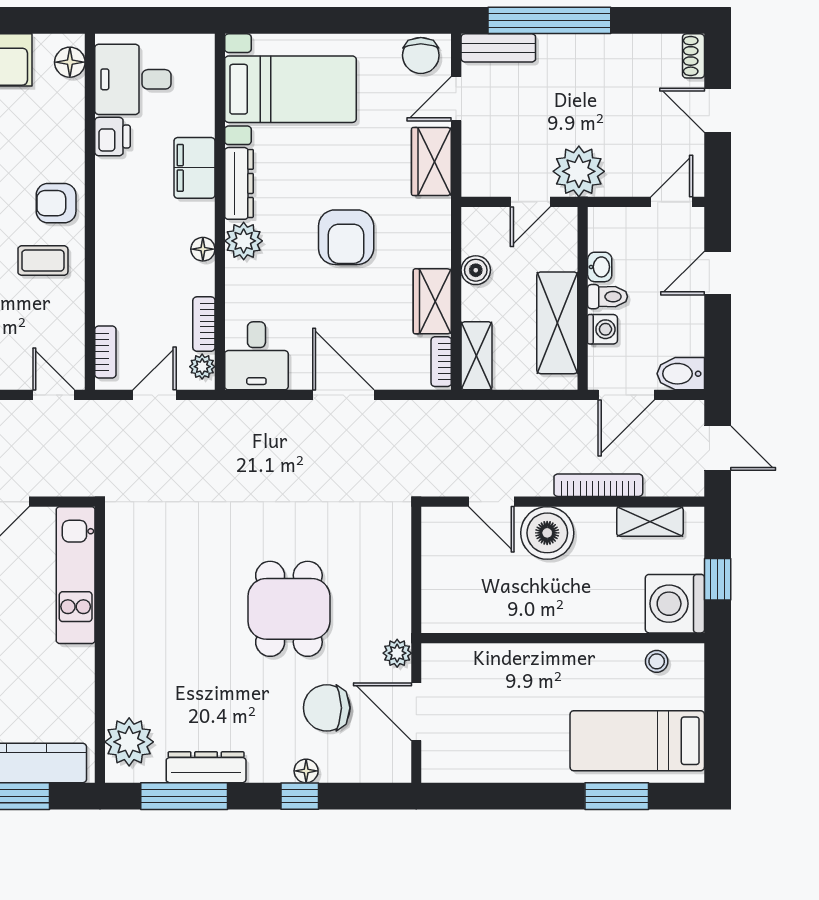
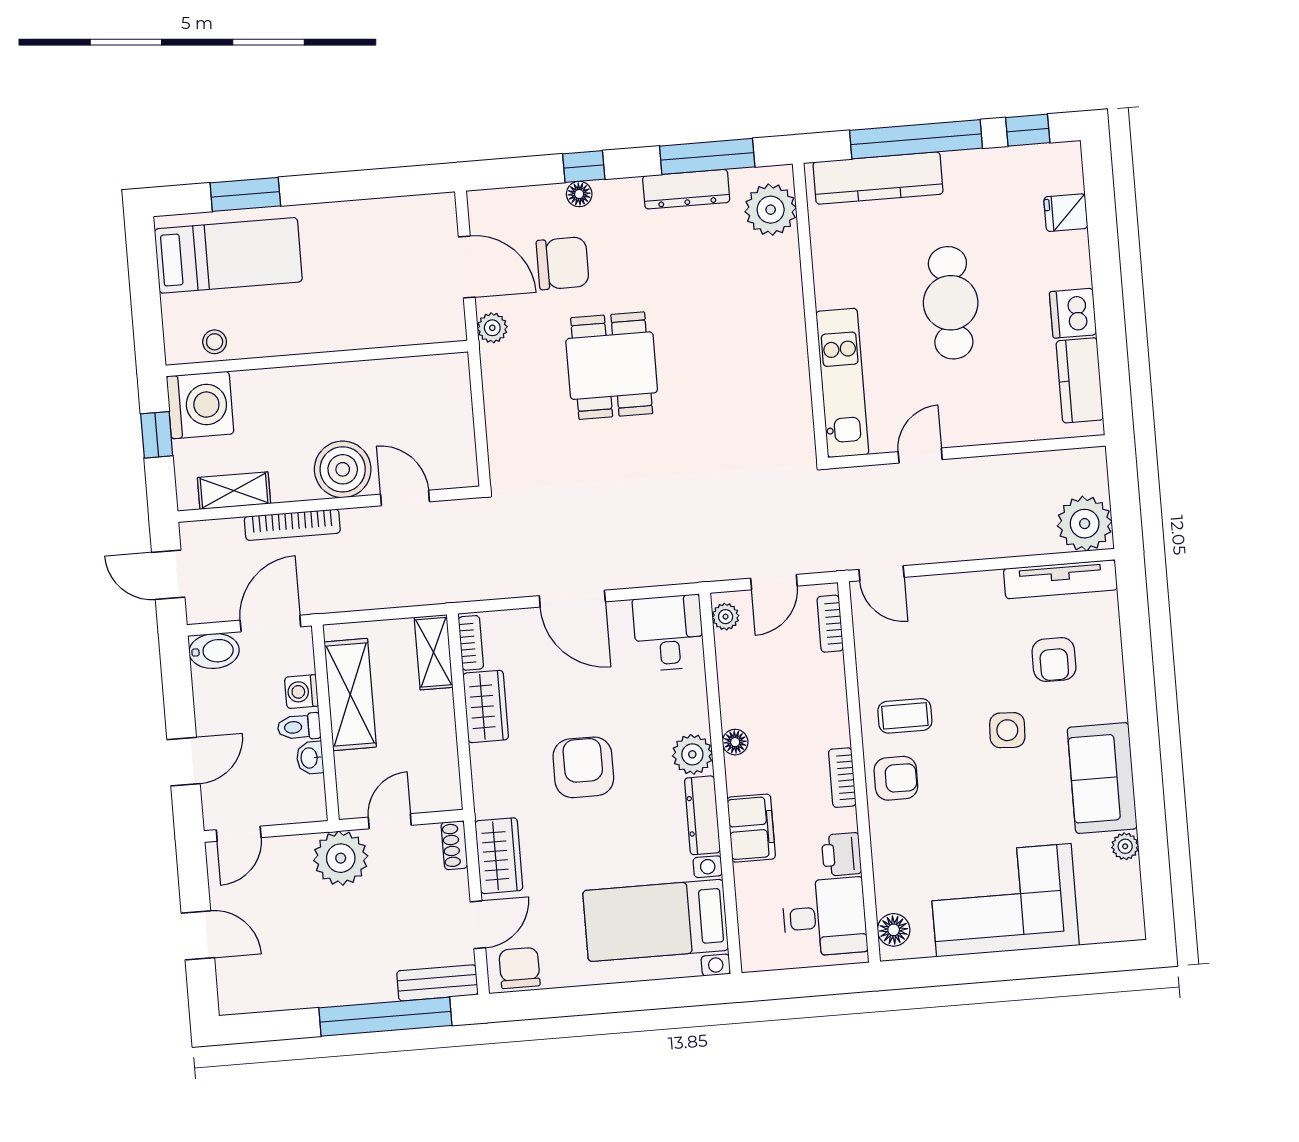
shoe rack: (693, 56) -> (454, 845), moved, turned 180
boiler: (476, 270) -> (442, 744), removed
bookcase: (204, 324) -> (842, 778), moved, turned 180

